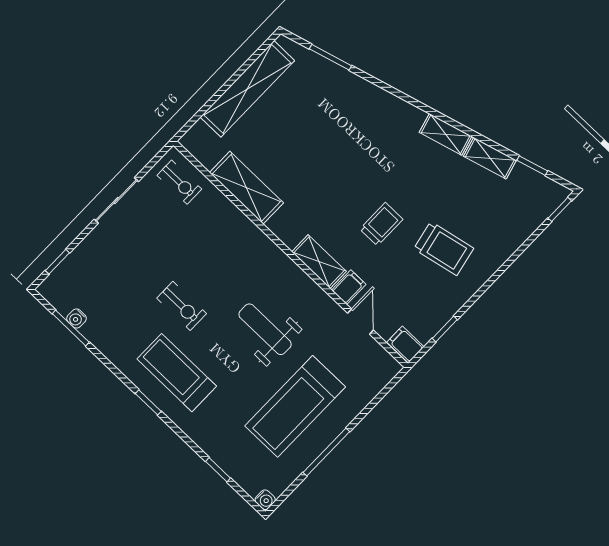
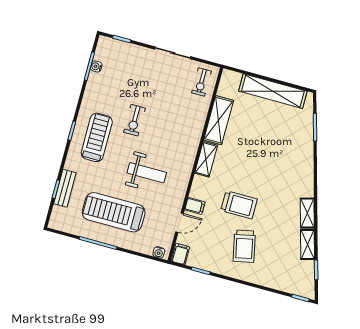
trolley: (381, 224) -> (239, 205), width x1.36, depth x1.39
shelving: (319, 262) -> (206, 159), moved
weight bench: (265, 329) -> (147, 173), turned 90
bench: (224, 456) -> (65, 188), added
water cooler: (265, 500) -> (159, 252), moved

